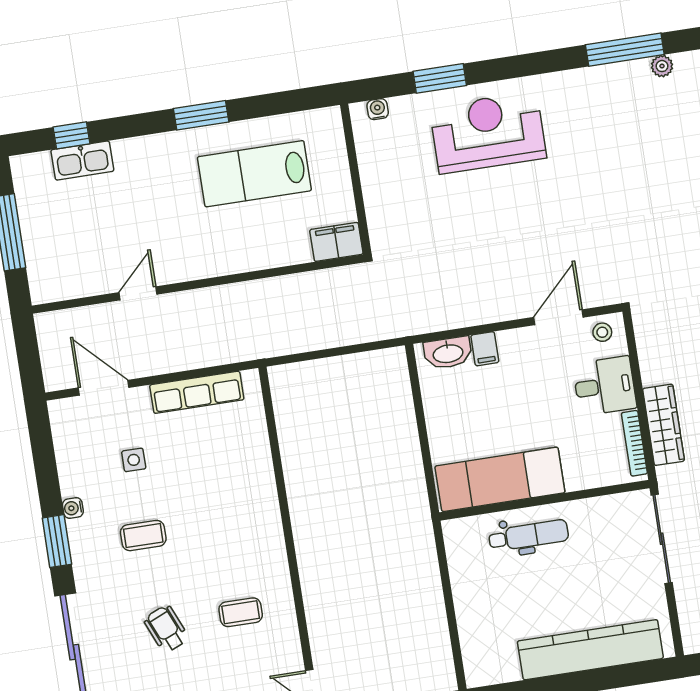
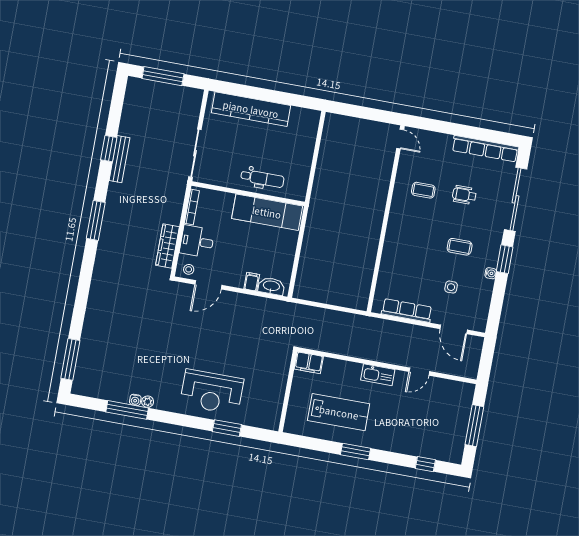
plant: (662, 66) -> (148, 402), moved
water cooler: (378, 109) -> (135, 400), moved
kitchen sink: (82, 161) -> (378, 375), moved, turned 180
wardrobe: (664, 425) -> (167, 246), moved
dental chair: (529, 535) -> (262, 178), turned 180
wheelchair: (166, 629) -> (464, 195), turned 113

